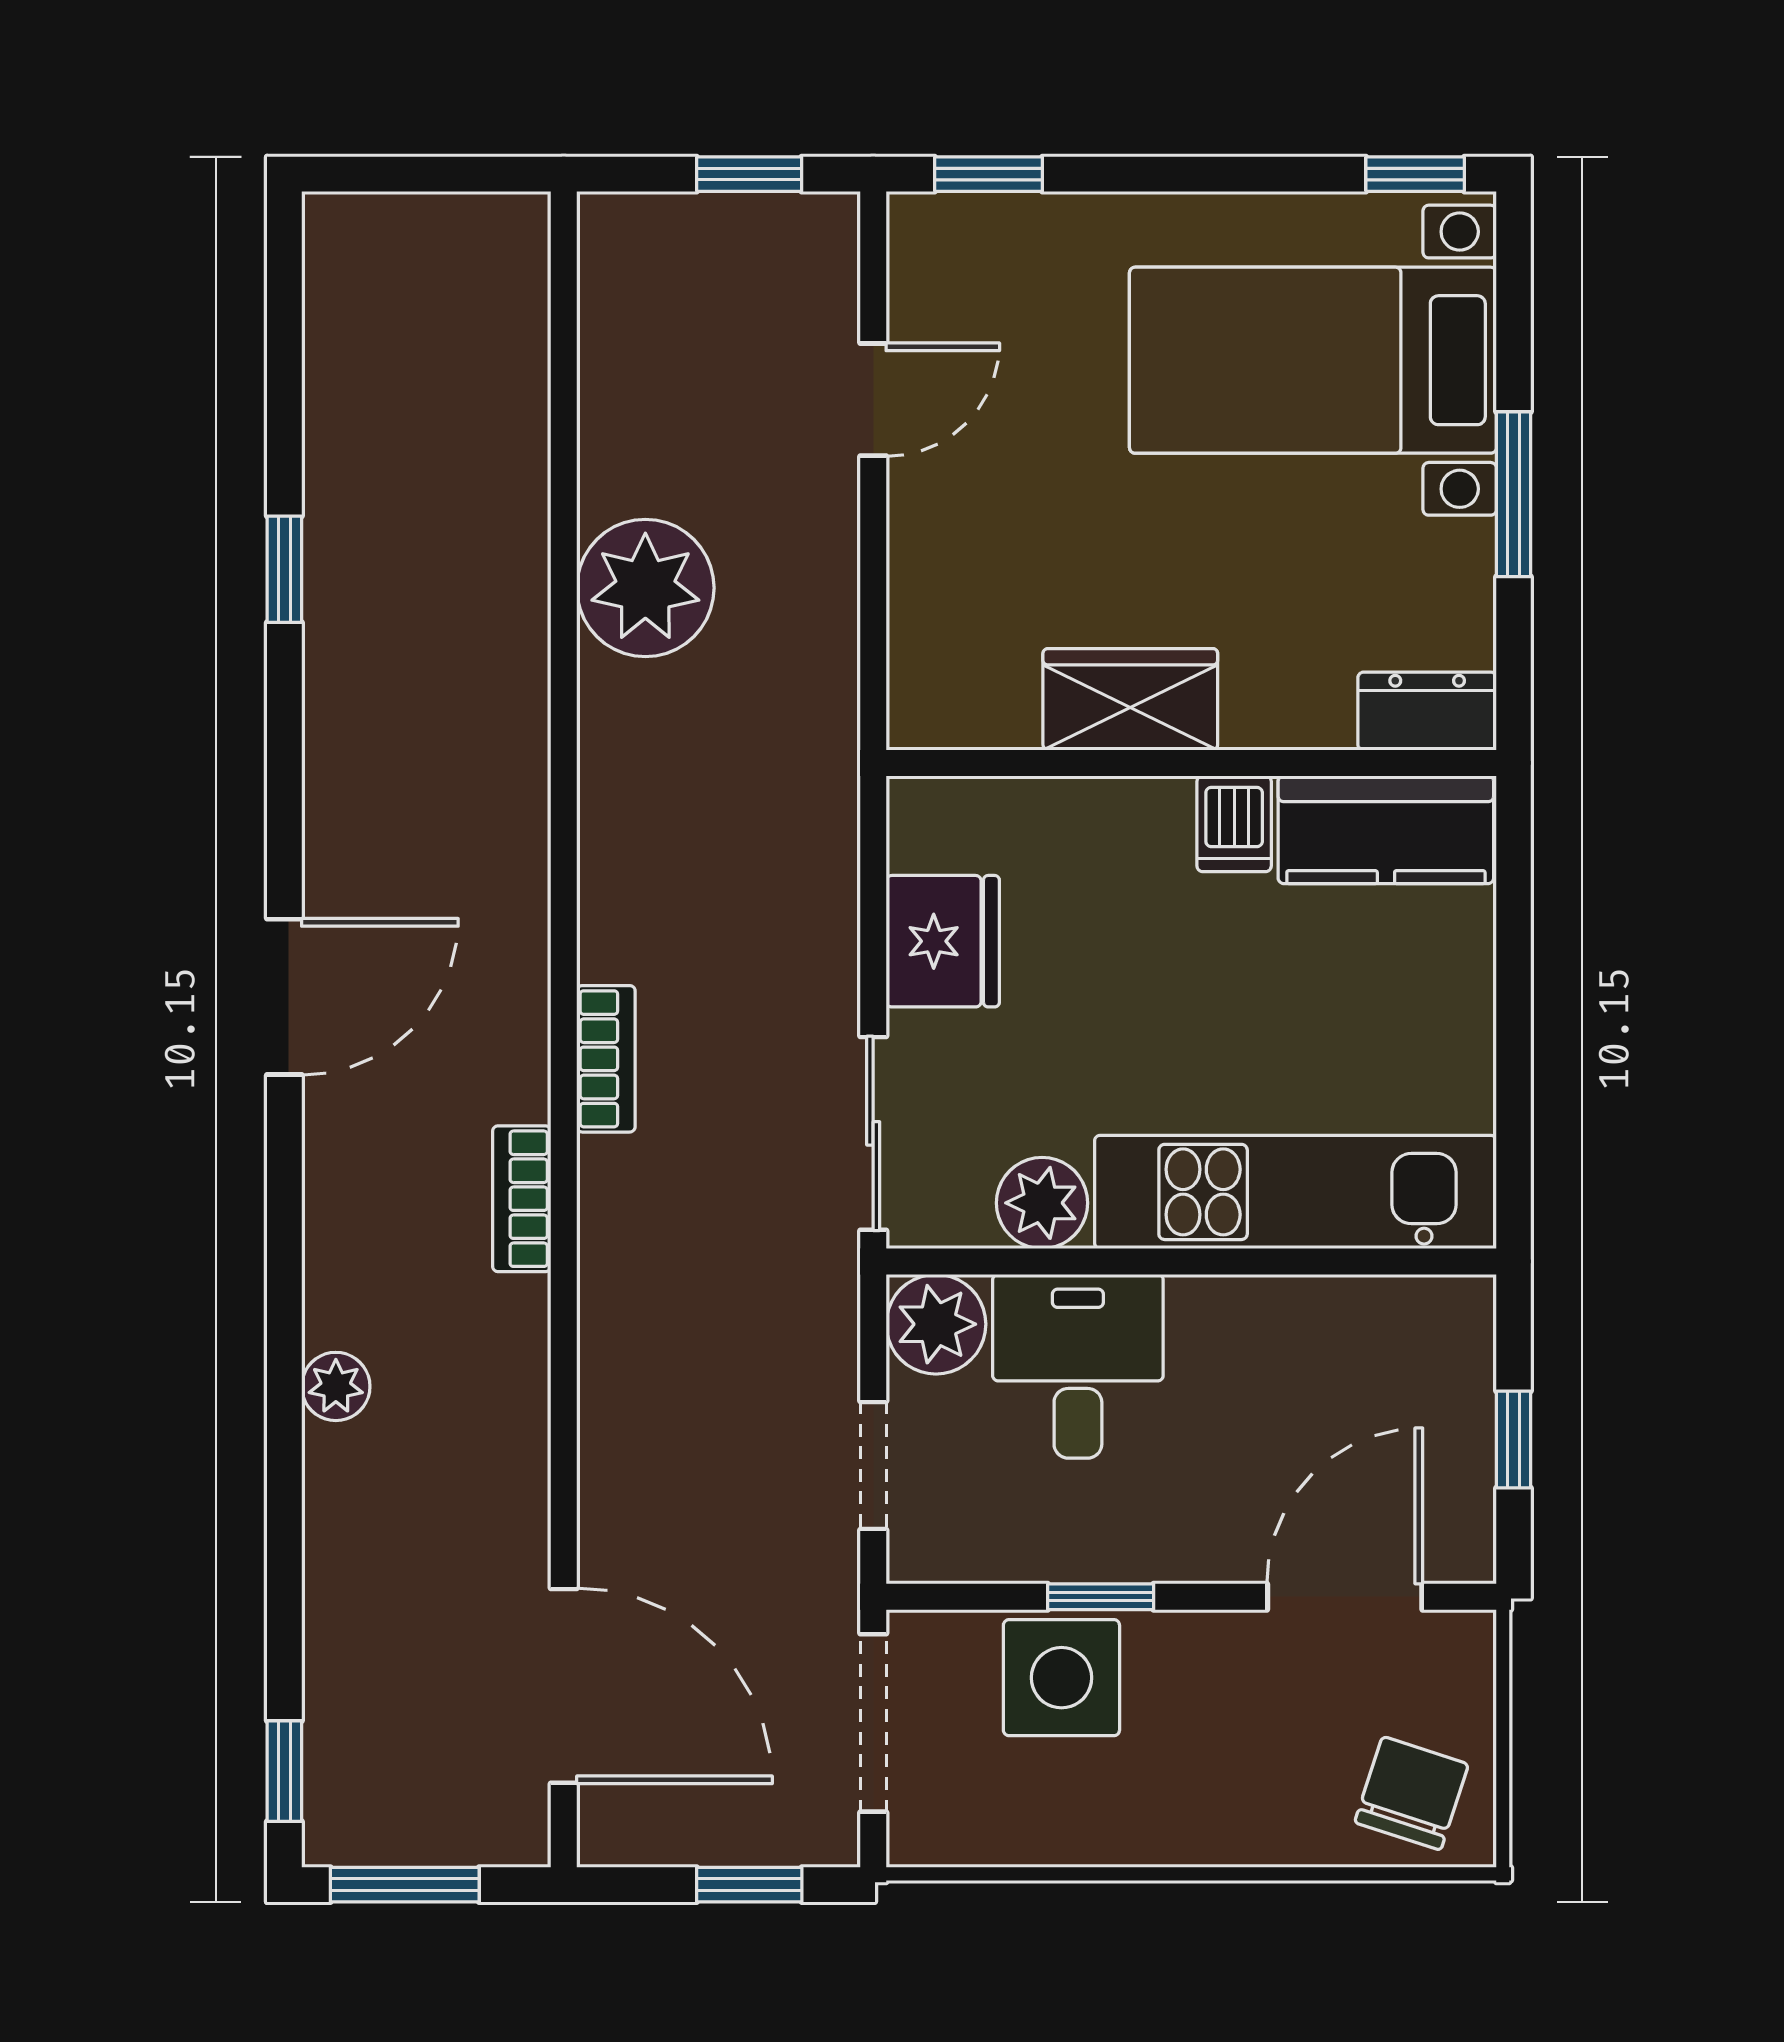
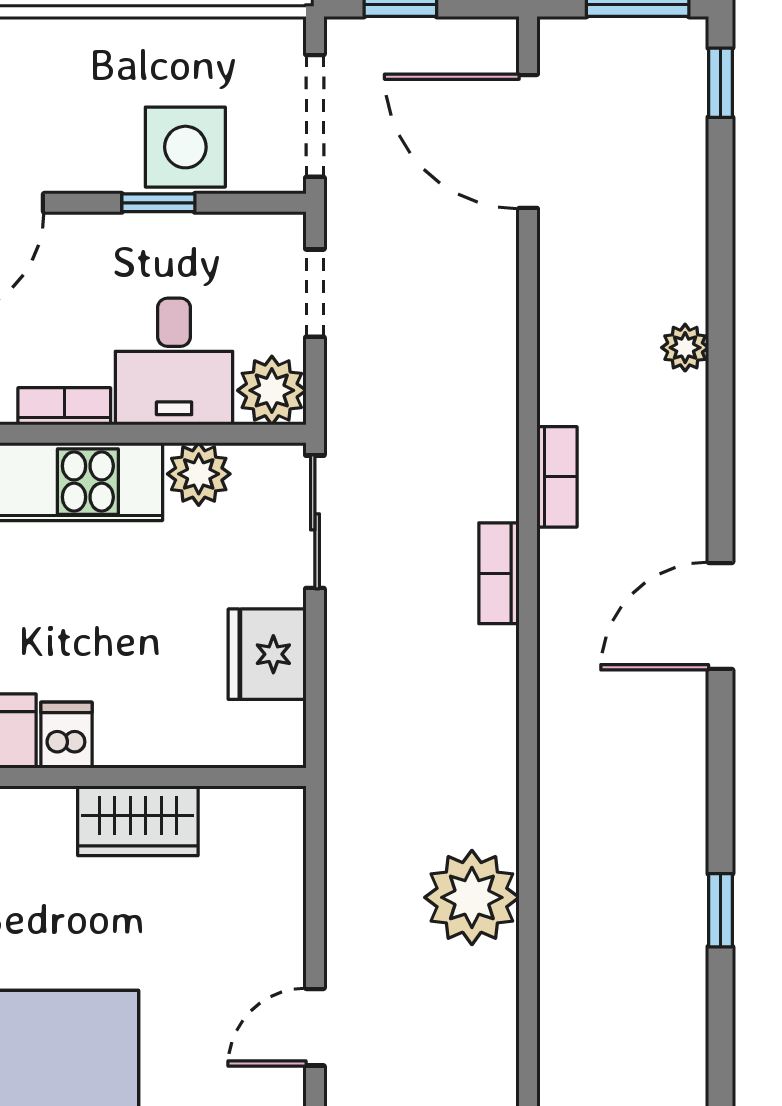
bookcase: (1237, 1301) -> (64, 406), added

